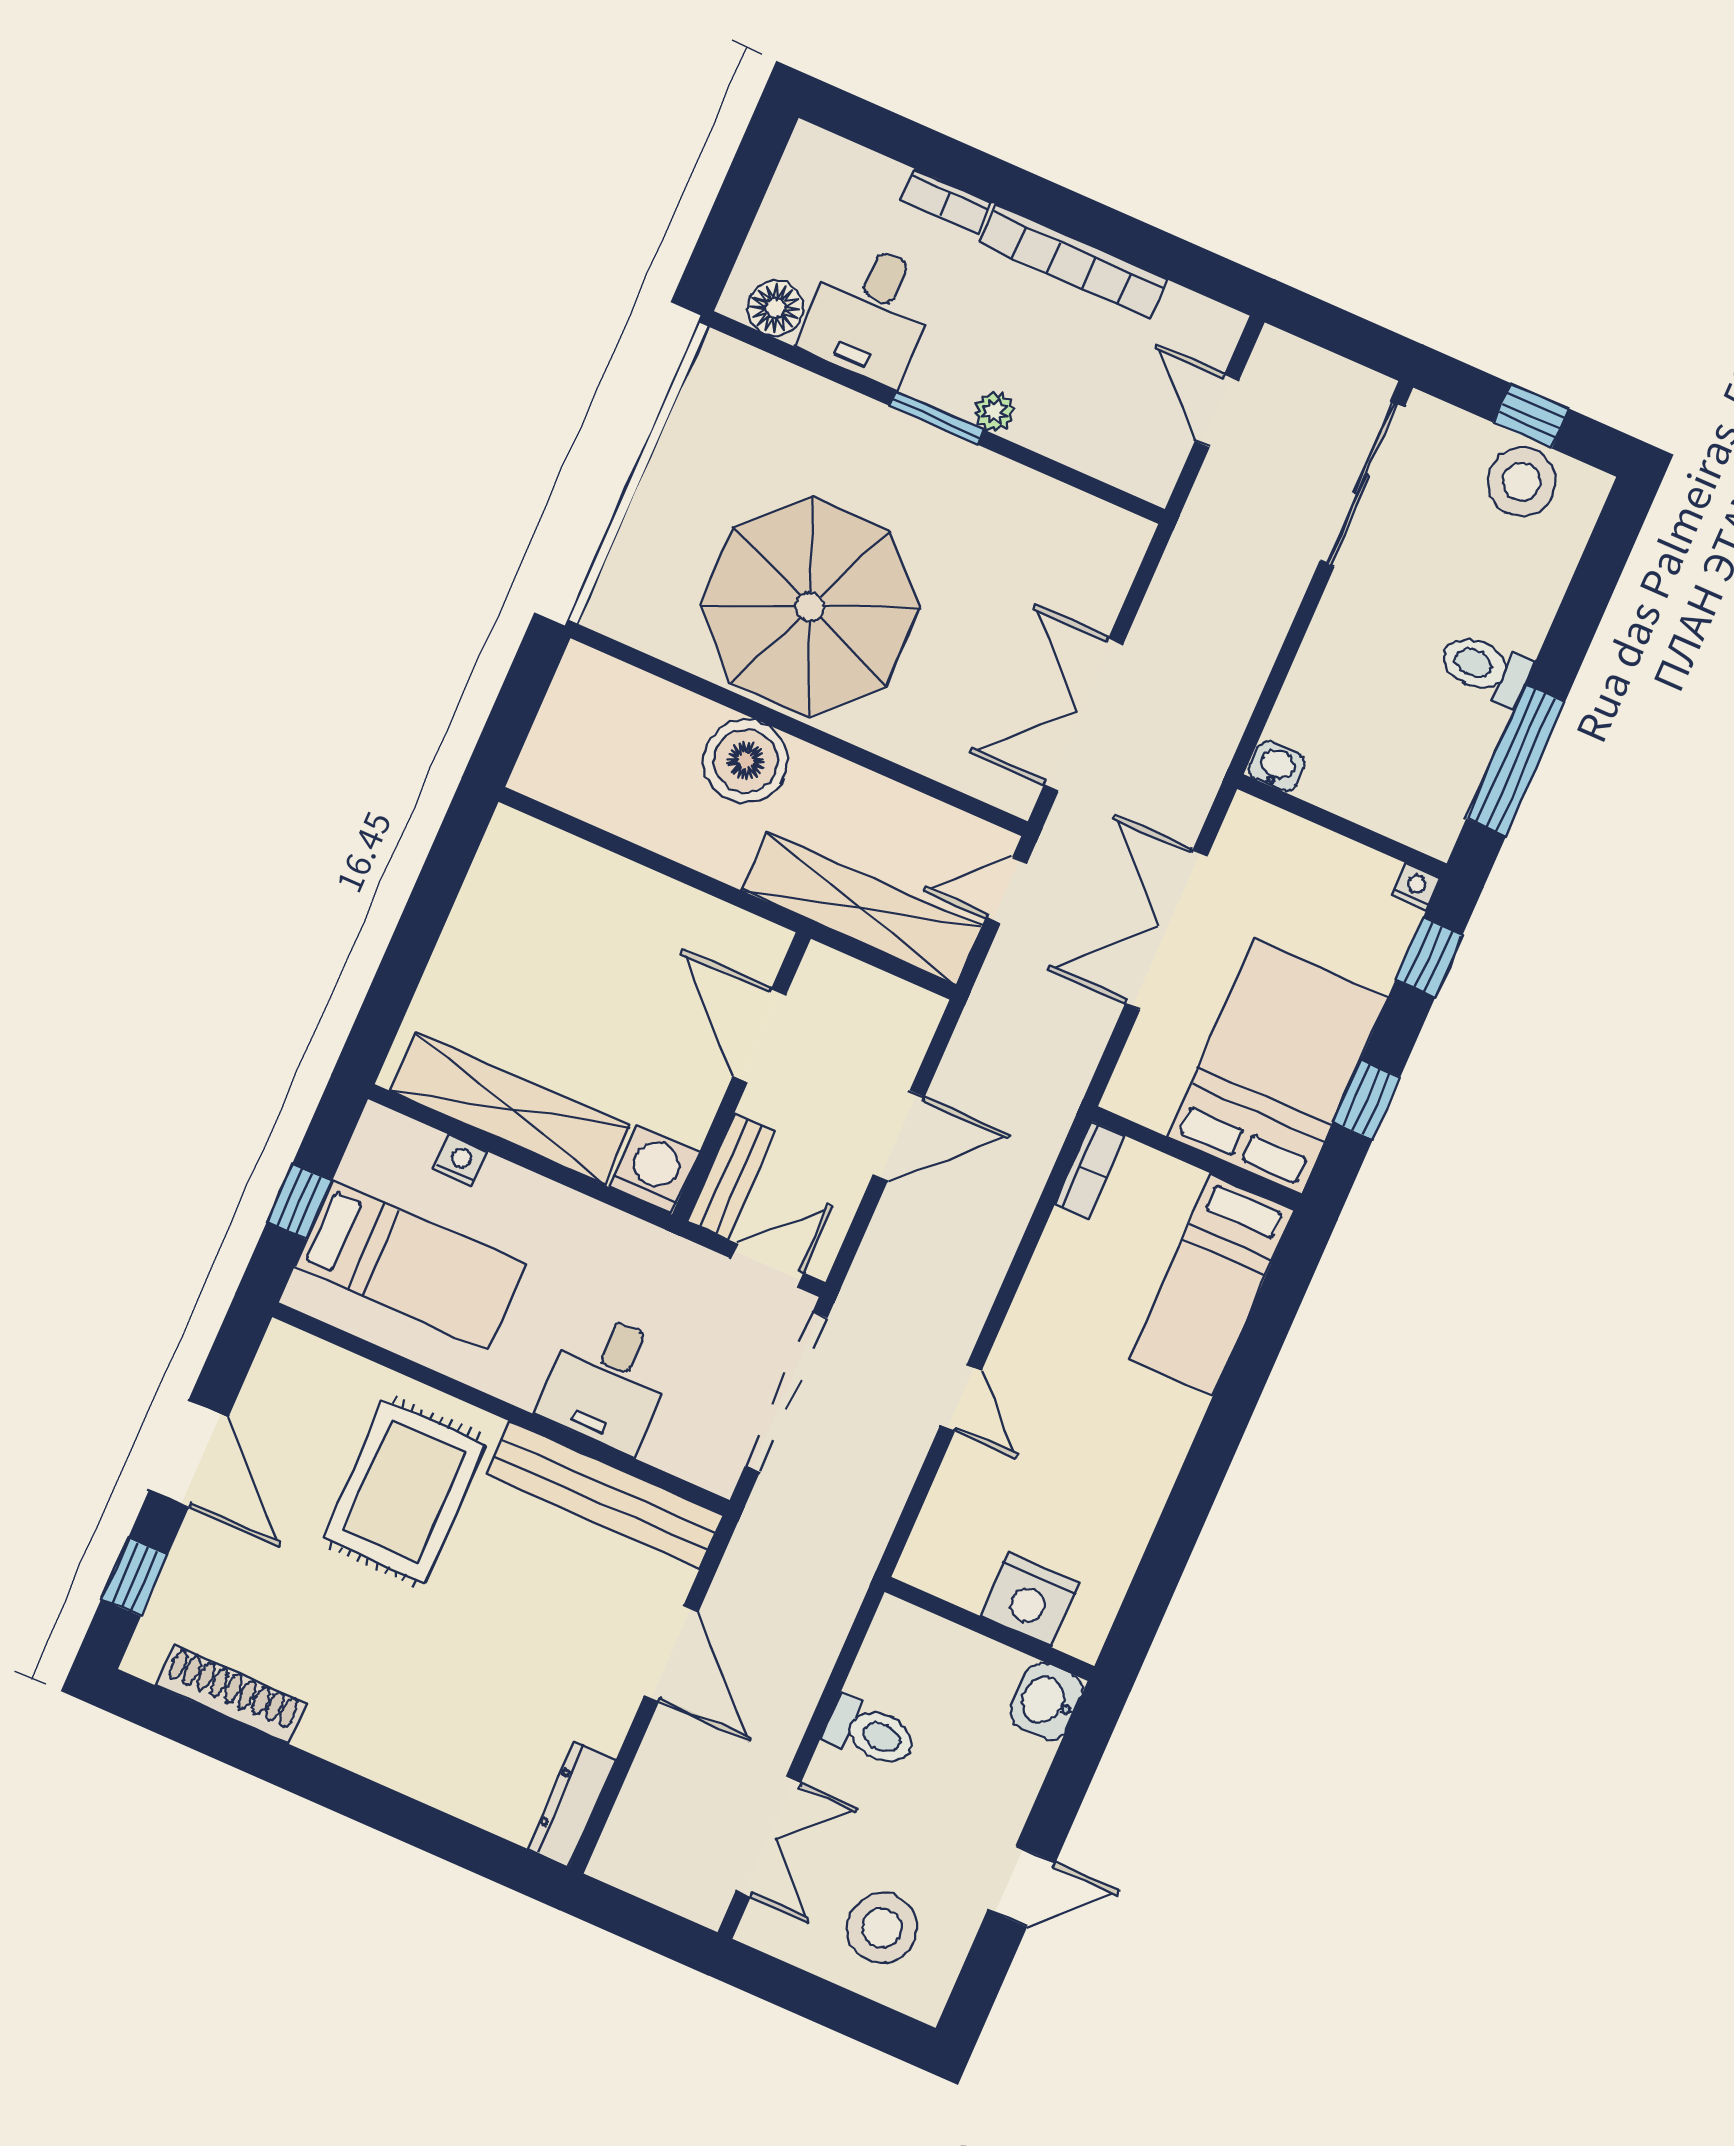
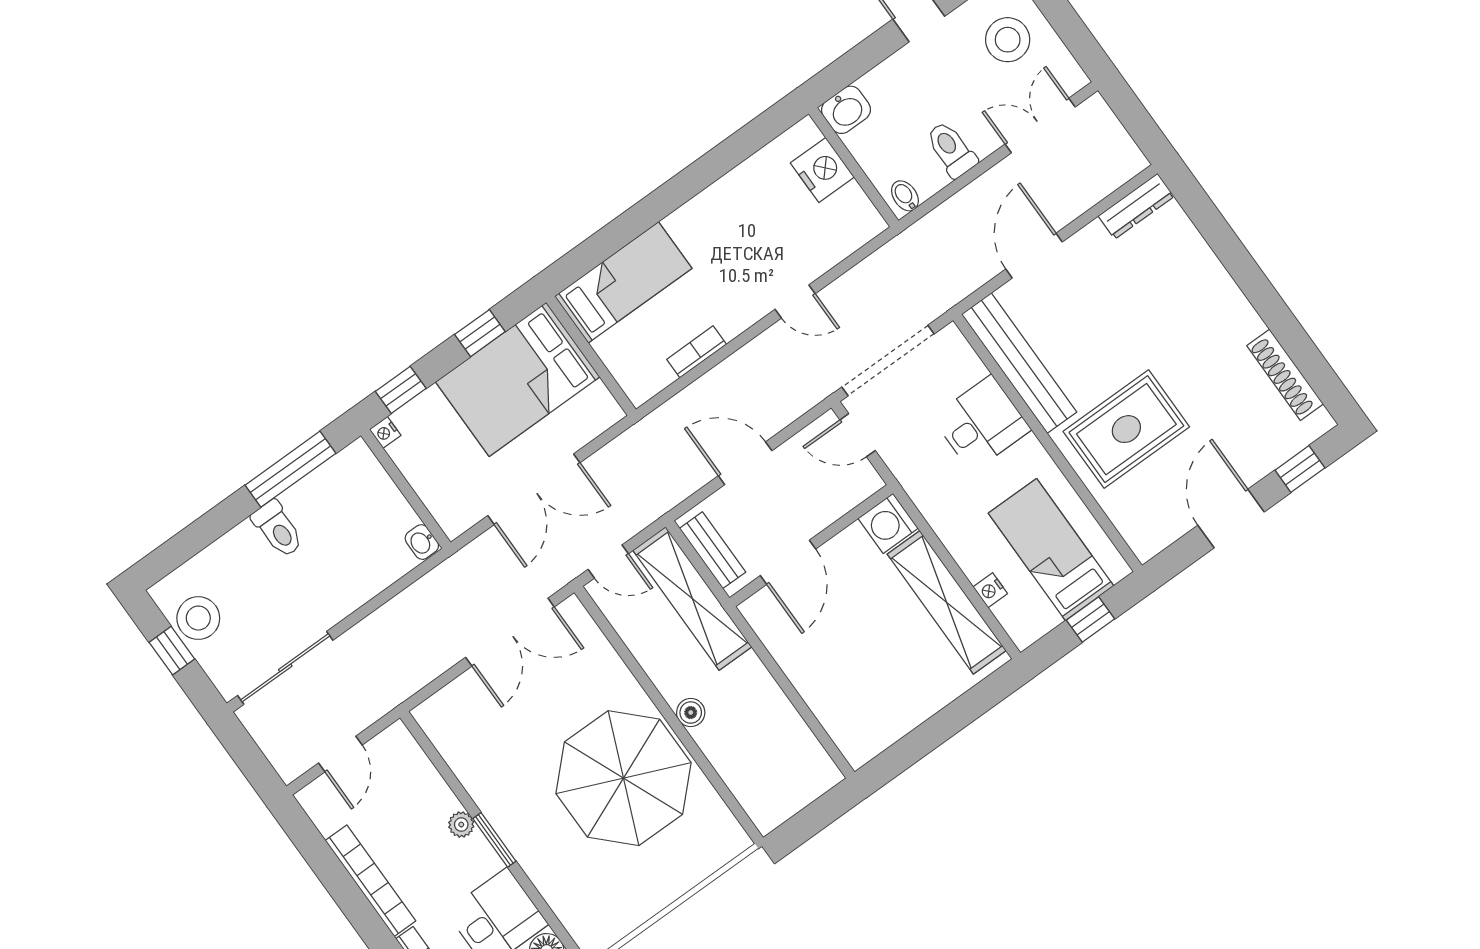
boiler: (746, 761) -> (691, 713), width x0.54, depth x0.54
bookcase: (1090, 1170) -> (697, 352), moved
bench: (731, 1176) -> (713, 550), moved, turned 90
door: (961, 1398) -> (795, 301), swing flipped
bidet: (896, 1631) -> (905, 196), added

